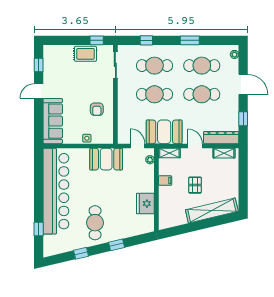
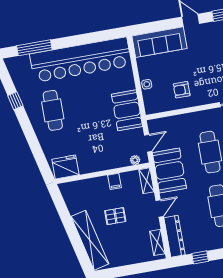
fridge: (145, 204) -> (65, 167), moved
cafe table: (95, 223) -> (53, 110), turned 90
window: (39, 229) -> (34, 48), width x2.17
window: (117, 245) -> (32, 139), removed

